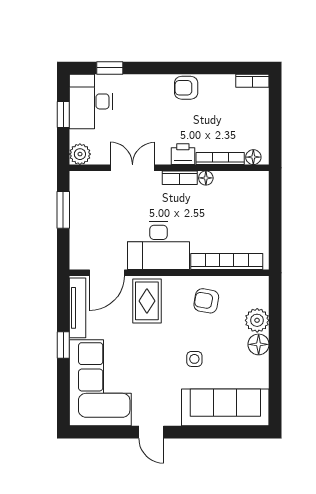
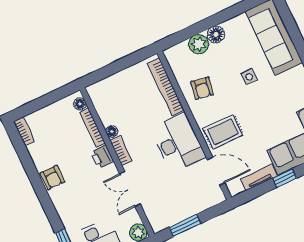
tv unit: (78, 308) -> (259, 177), width x0.71

